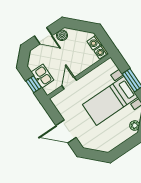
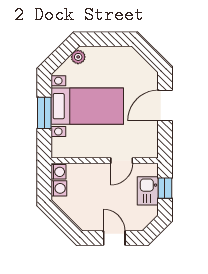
boiler: (62, 35) -> (91, 223), removed
door: (66, 132) -> (165, 106), swing flipped

